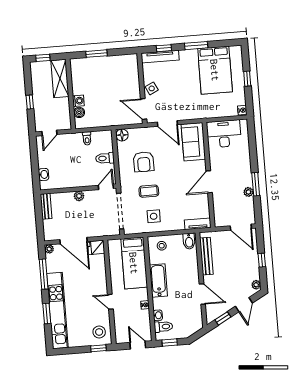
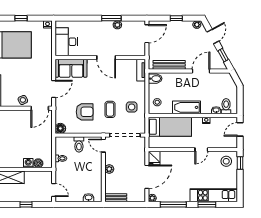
door: (244, 305) -> (213, 36), hinge flipped
kitchen unit: (57, 311) -> (214, 195), width x0.73
window: (170, 343) -> (240, 102), removed

